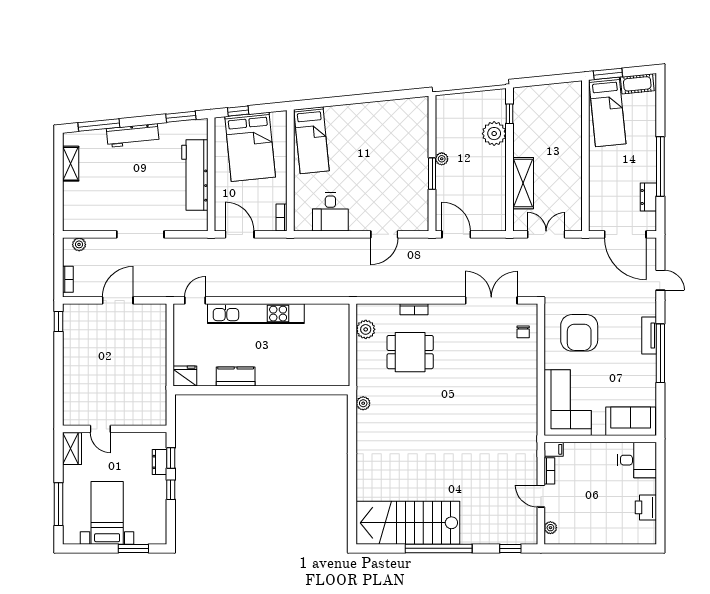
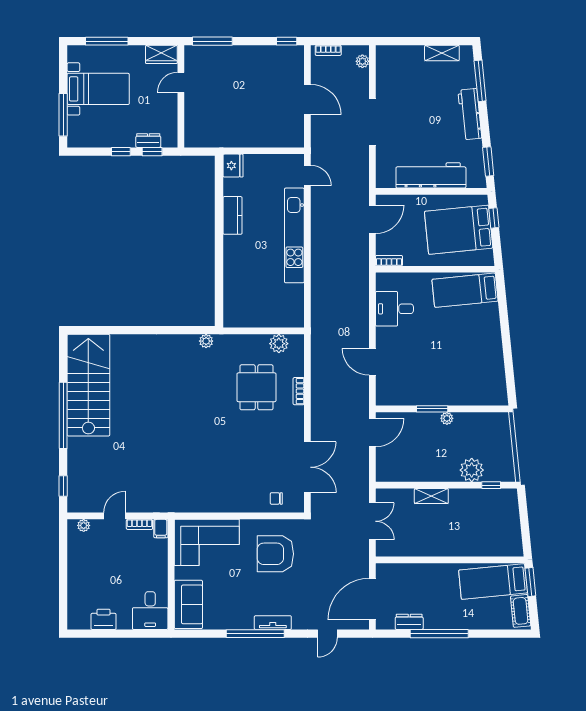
shelving: (523, 183) -> (431, 496), width x0.67, depth x0.75
window: (59, 397) -> (212, 41), added
window: (133, 548) -> (63, 115), width x1.44

